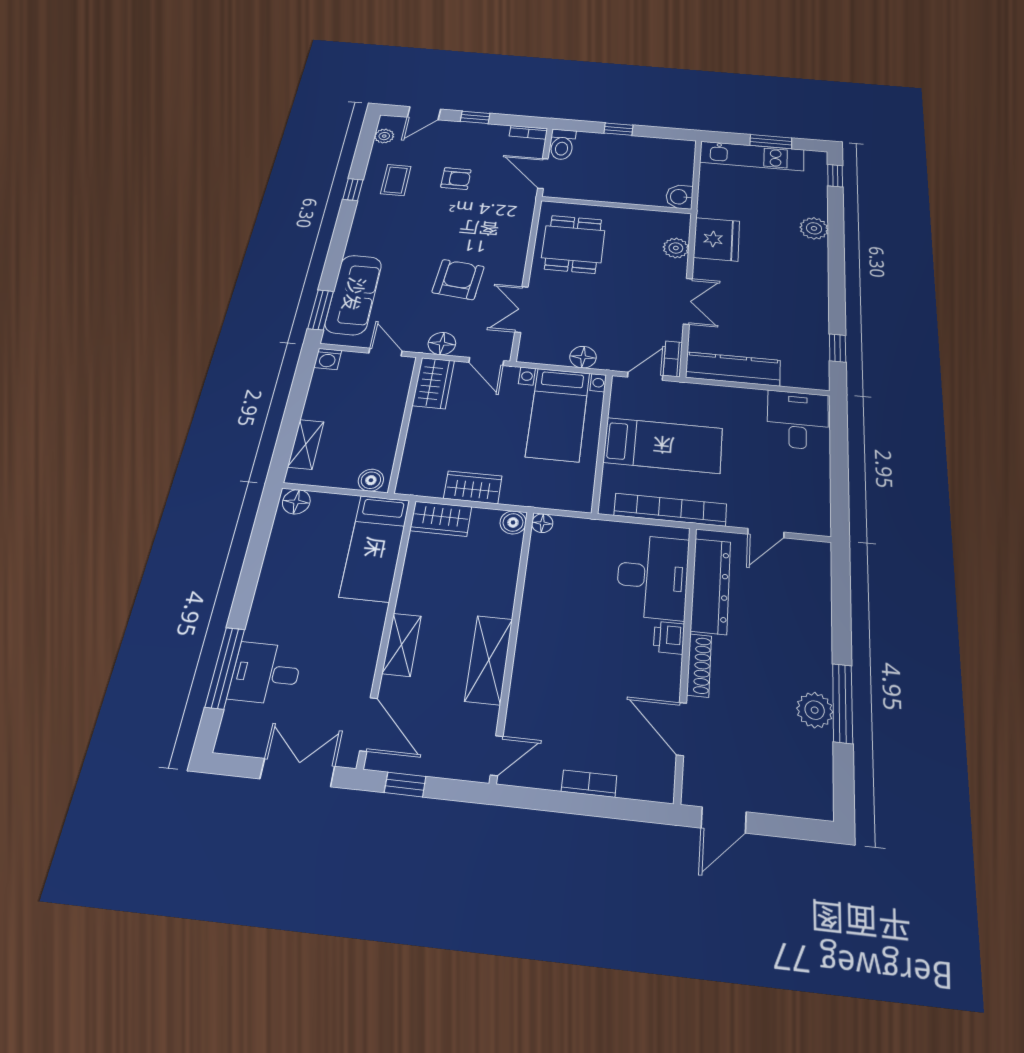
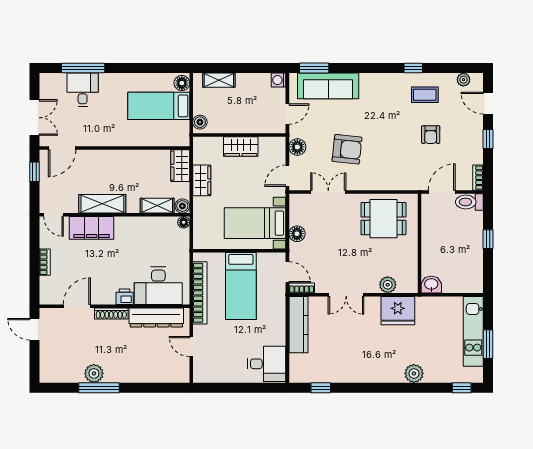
wardrobe: (433, 383) -> (241, 147), moved
bed: (375, 548) -> (159, 106), moved
shelving: (402, 645) -> (157, 206), moved
filing cabinet: (532, 685) -> (92, 228), added

